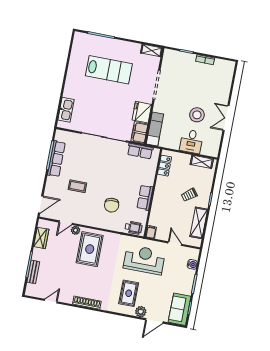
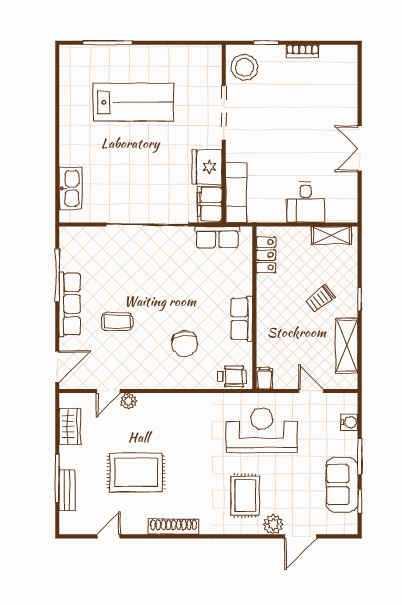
shelving: (151, 50) -> (203, 53), removed
stool: (197, 115) -> (244, 67), moved
row of seats: (56, 159) -> (70, 304), moved
rug: (90, 249) -> (136, 472), moved, turned 90
sofa: (180, 309) -> (342, 485), moved

